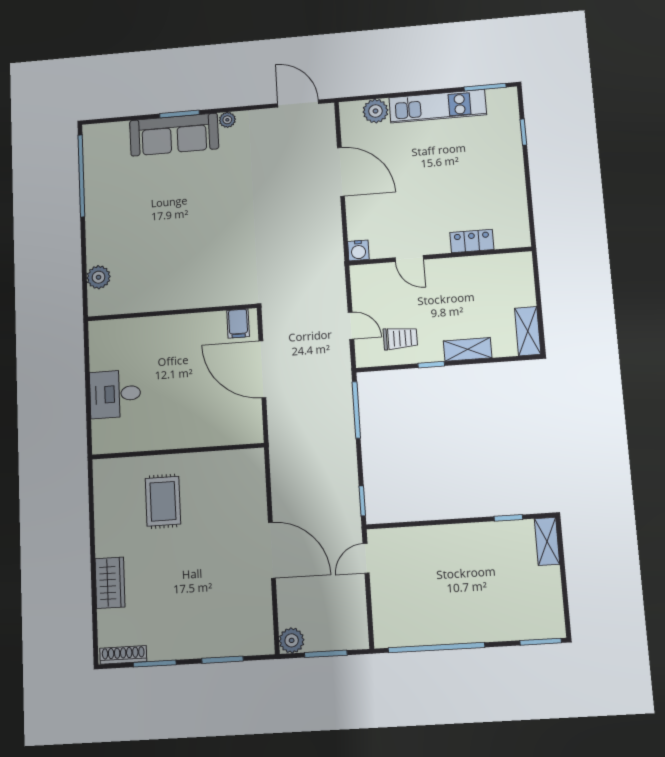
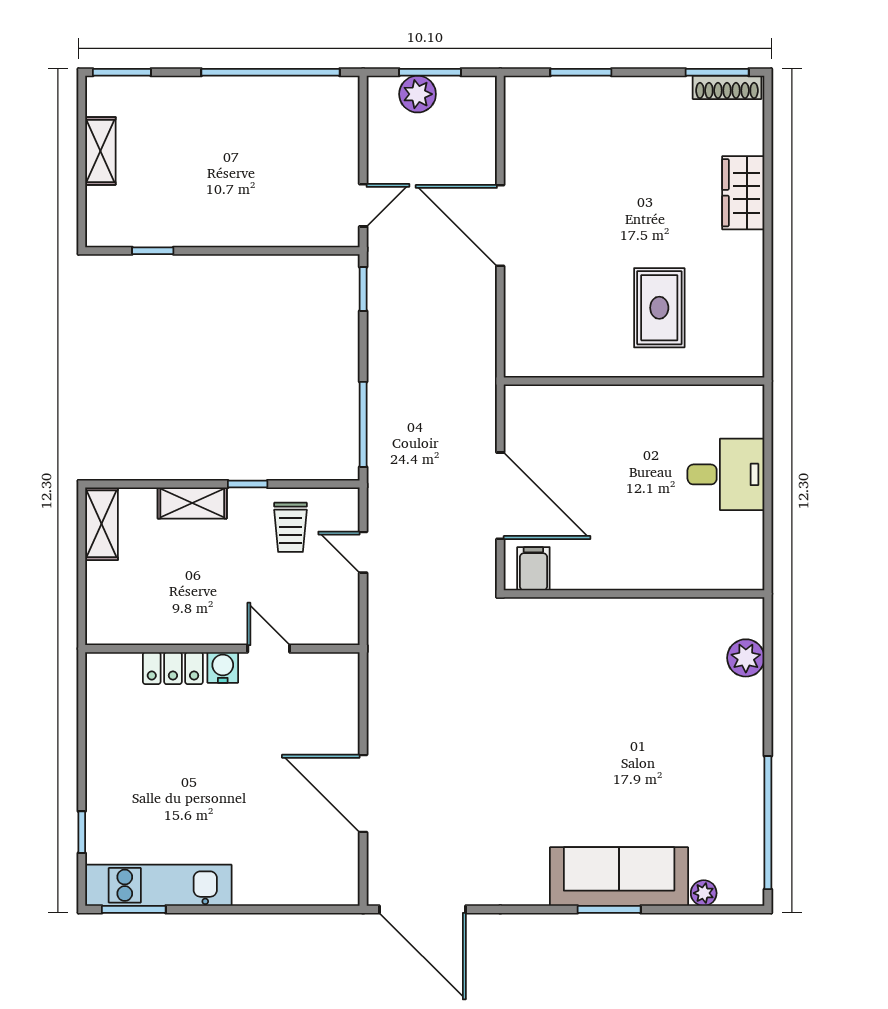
door: (298, 104) -> (423, 909), width x1.36
kitchen unit: (438, 106) -> (158, 885), moved
plant: (375, 111) -> (304, 886), removed
plant: (227, 120) -> (704, 893), moved
water cooler: (358, 250) -> (223, 667), moved
trolley: (400, 338) -> (291, 527), turned -90
shelving: (547, 541) -> (100, 151), moved
plant: (292, 640) -> (418, 94), moved
window: (155, 664) -> (717, 72), moved

